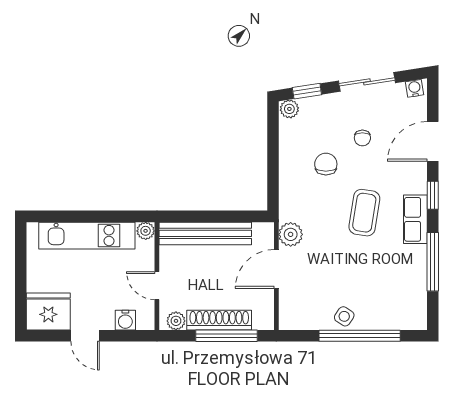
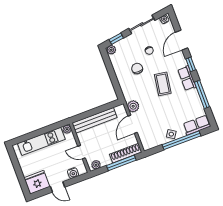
row of seats: (400, 317) -> (197, 125), added
shoe rack: (219, 320) -> (126, 153), moved

